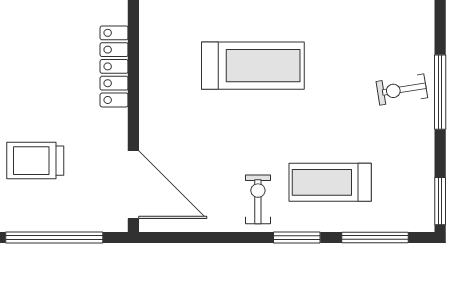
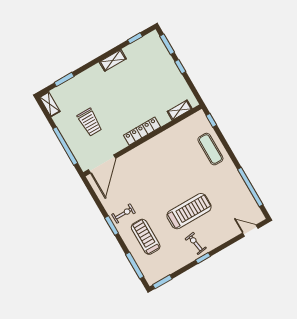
treadmill: (253, 66) -> (189, 211), moved, turned -90
window: (440, 92) -> (203, 258), width x0.46
trolley: (35, 161) -> (90, 122), turned 180
window: (297, 238) -> (112, 226), moved

